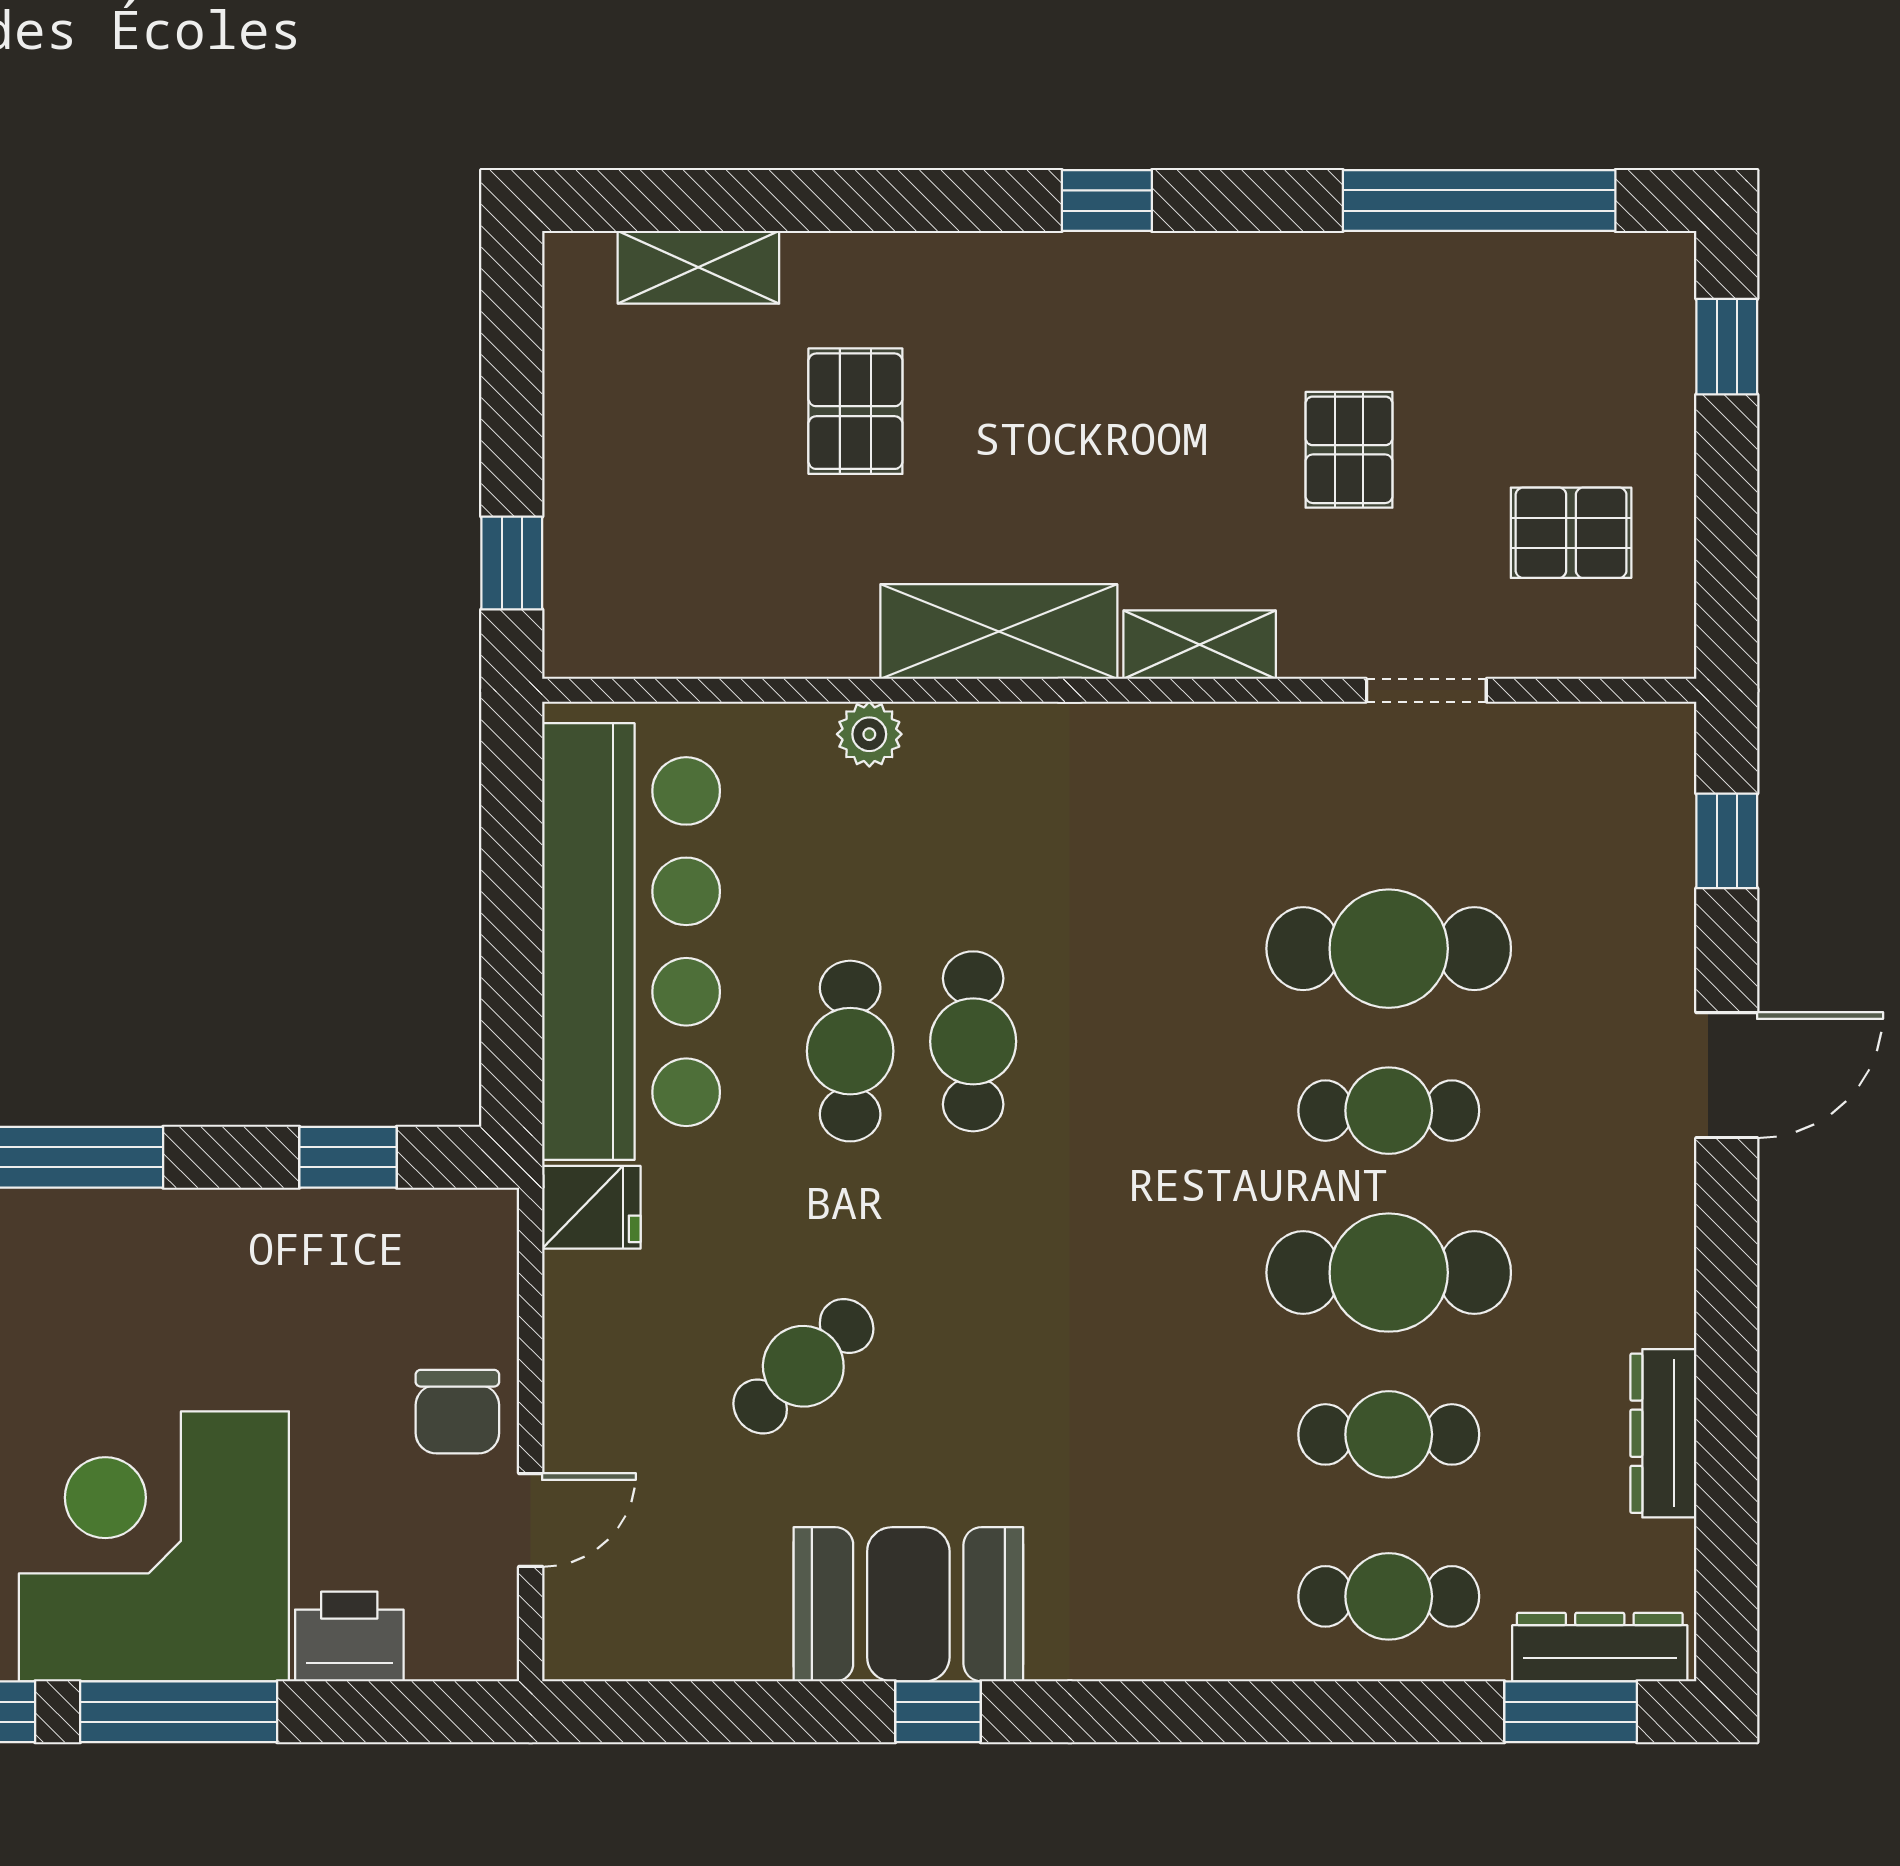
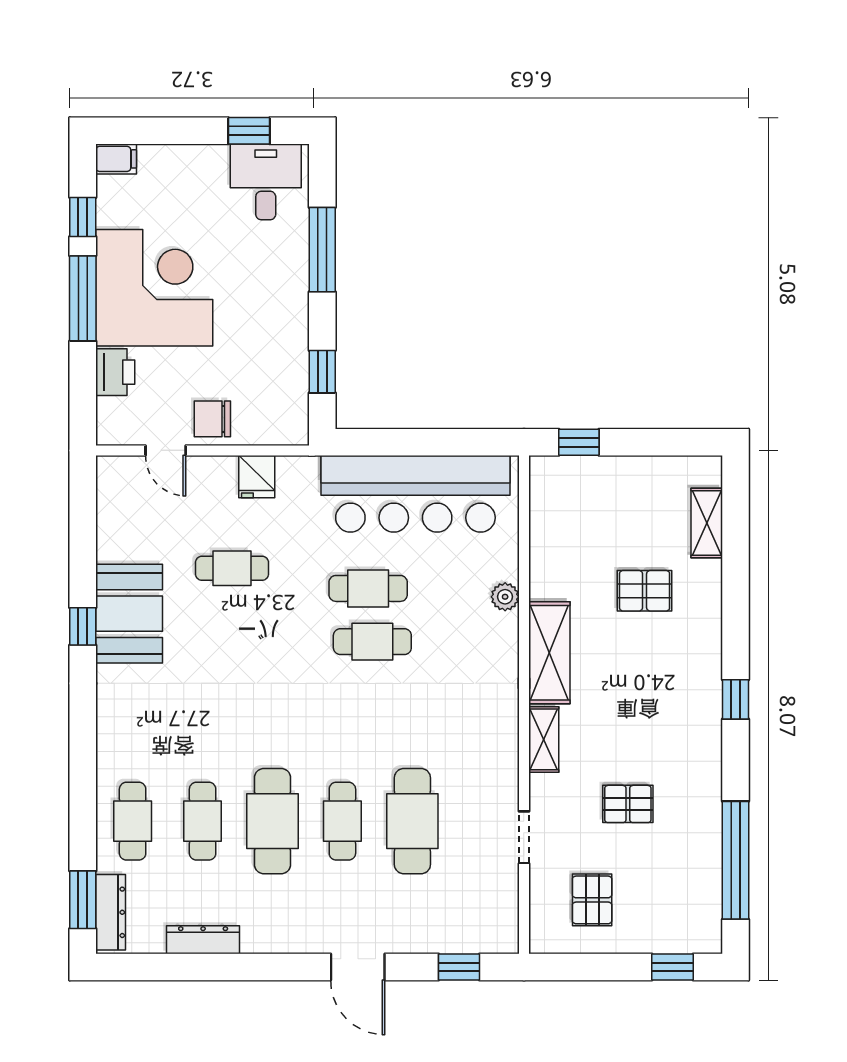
fridge: (591, 1207) -> (257, 477), moved
cafe table: (803, 1366) -> (232, 568), turned -47

